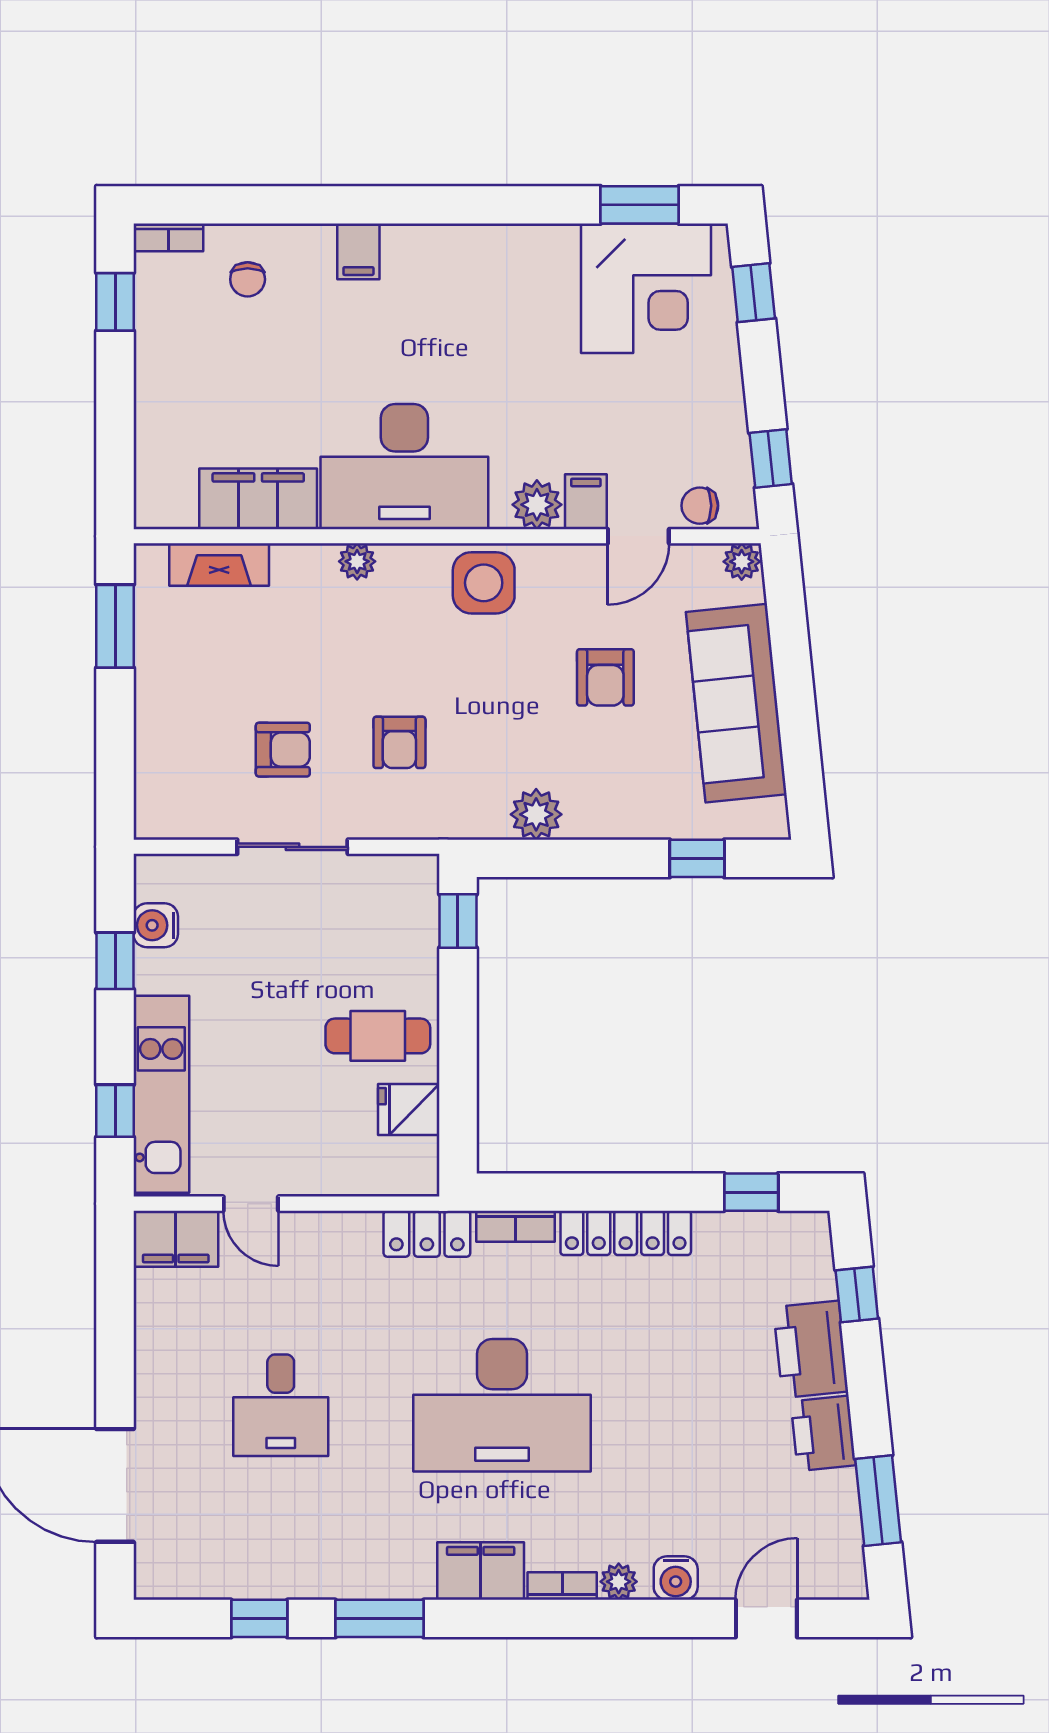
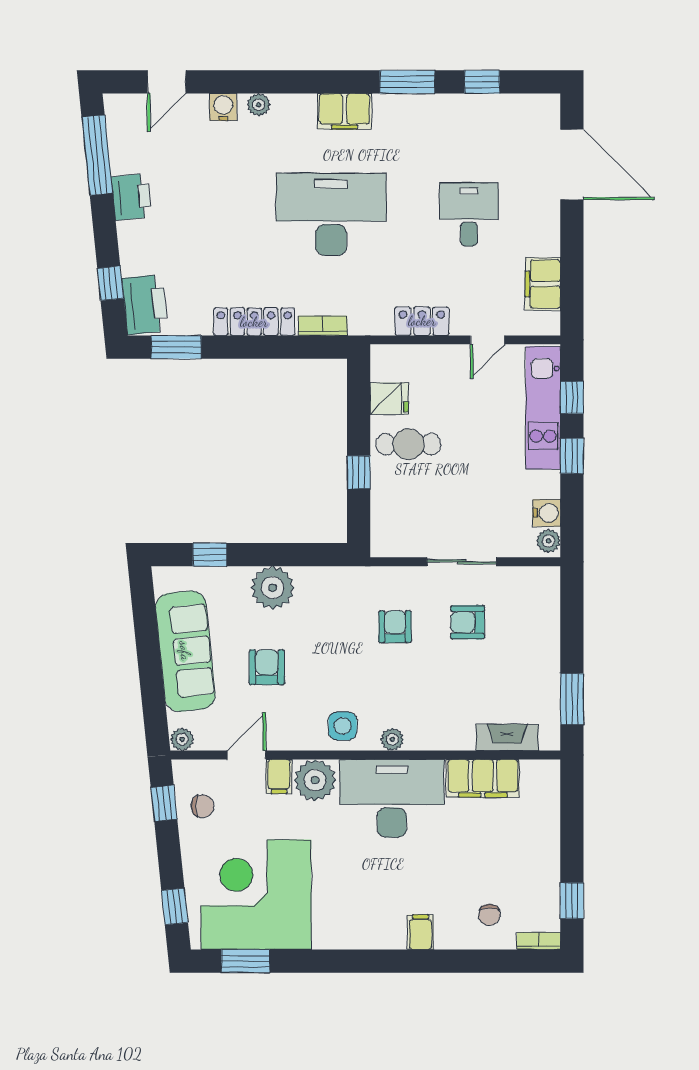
chair: (248, 279) -> (489, 915), turned 180
corner desk: (646, 288) -> (256, 895), width x1.36, depth x1.36
plant: (537, 505) -> (315, 780), width x1.36, depth x1.36
chair: (700, 506) -> (203, 806), moved
plant: (357, 561) -> (392, 739), moved
side table: (484, 583) -> (343, 726), width x0.73, depth x0.73
plant: (536, 814) -> (273, 588), moved, width x1.36, depth x1.36
plant: (153, 880) -> (548, 541), added
window: (458, 921) -> (359, 472), moved
window: (115, 961) -> (572, 456), moved
window: (751, 1192) -> (176, 347), width x1.50
door: (251, 1204) -> (487, 340), swing flipped
locker: (427, 1234) -> (422, 321), moved
filing cabinet: (176, 1239) -> (543, 284), moved, turned -90
printer: (811, 1349) -> (145, 305), moved
window: (878, 1501) -> (97, 155), width x1.44
bookcase: (562, 1586) -> (294, 102), removed

